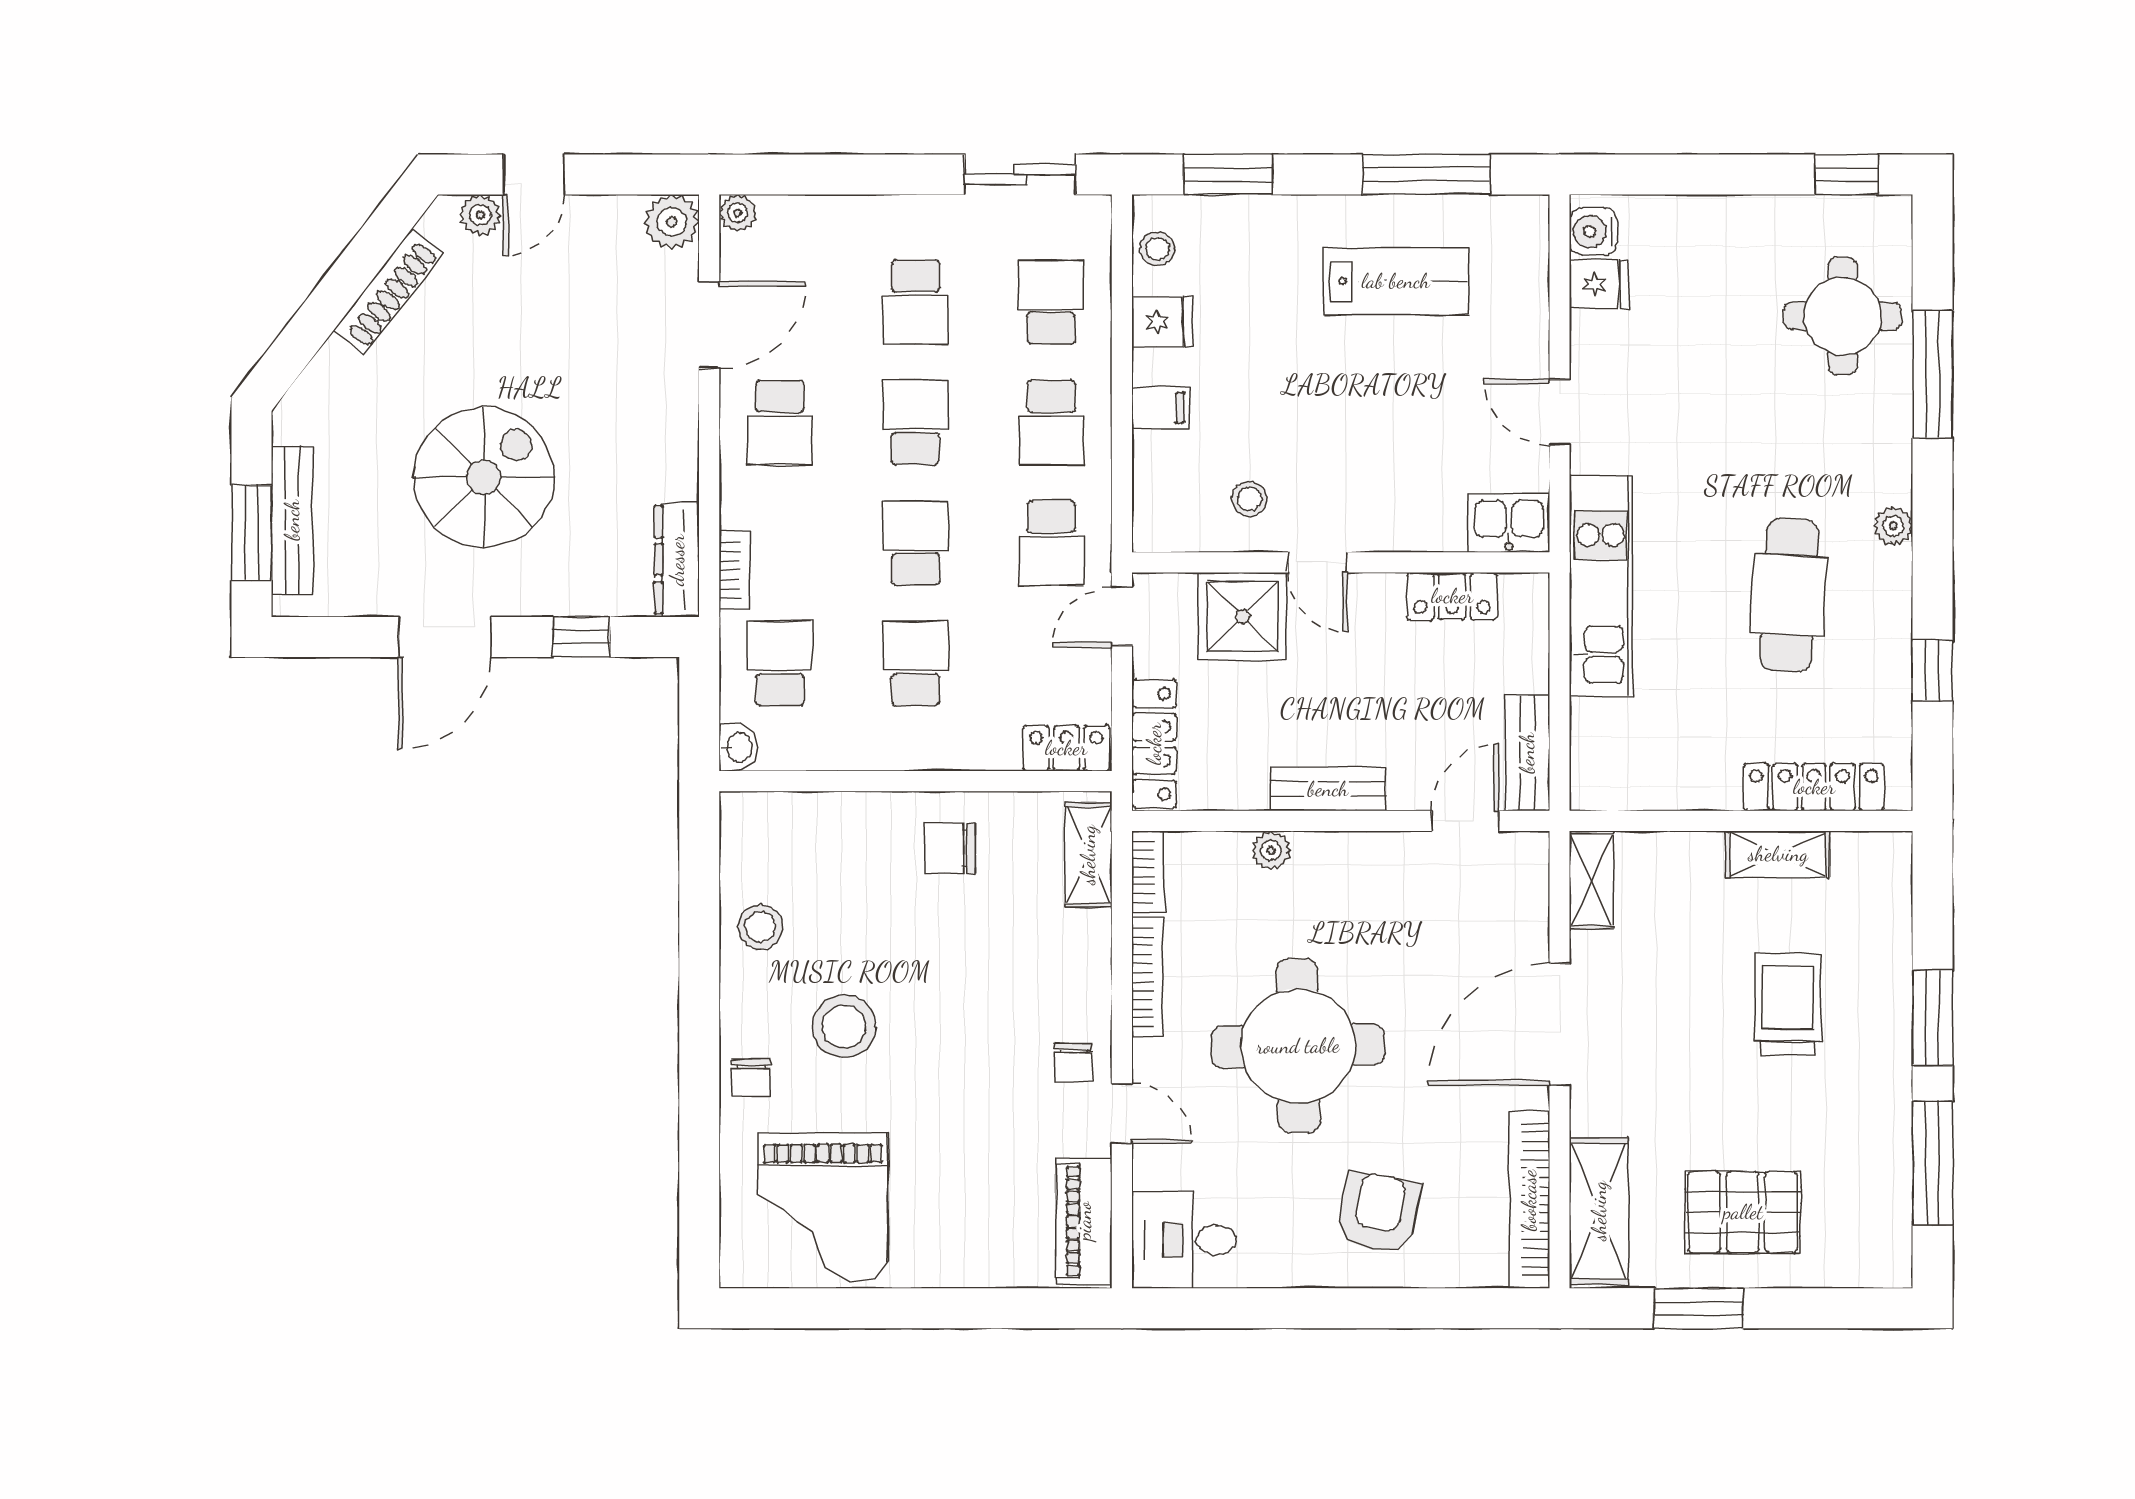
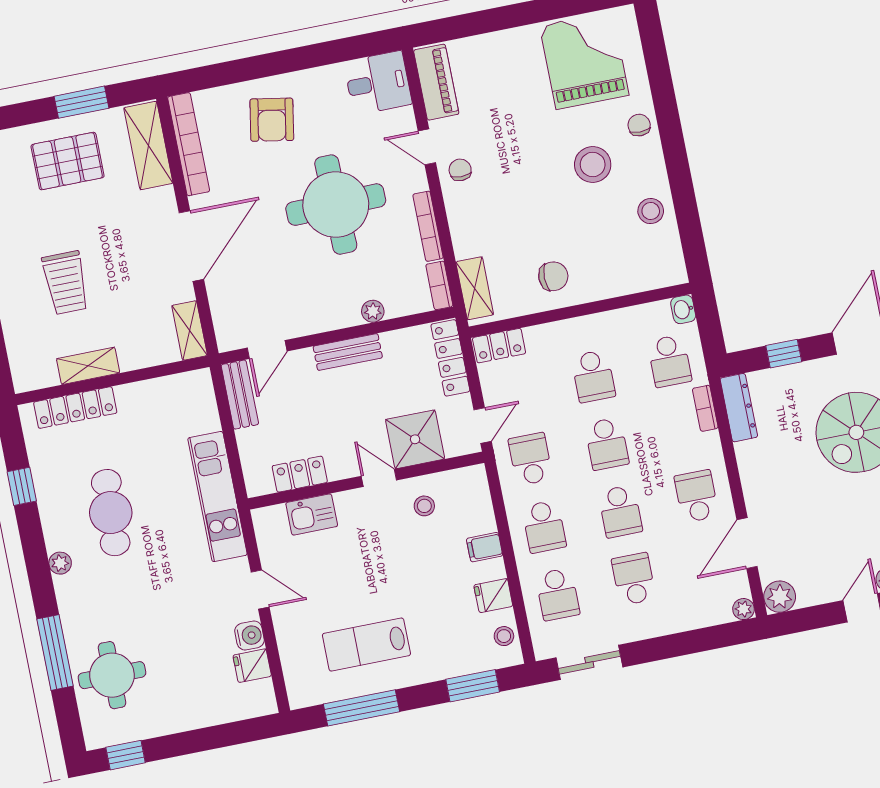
water cooler: (1593, 232) -> (249, 635), moved
school desk: (1051, 423) -> (544, 527), turned 180
kitchen sink: (1509, 523) -> (312, 515), moved

